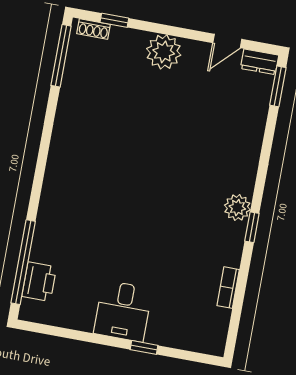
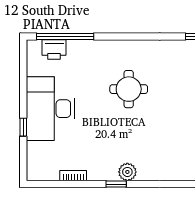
round table: (117, 183) -> (129, 89), added
desk: (123, 311) -> (50, 109), width x1.87, depth x1.30

